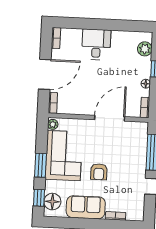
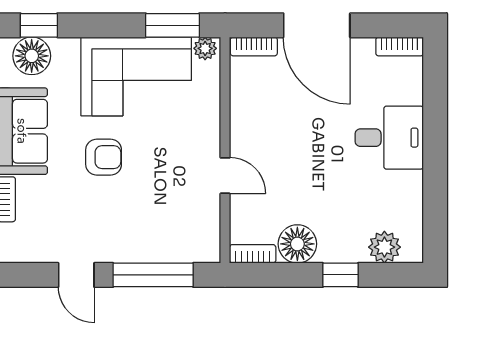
floor lamp: (146, 84) -> (297, 244), width x1.89, depth x1.89
door: (110, 118) -> (225, 176), width x0.53
window: (40, 165) -> (173, 25), moved
armchair: (99, 172) -> (104, 157), turned 180

